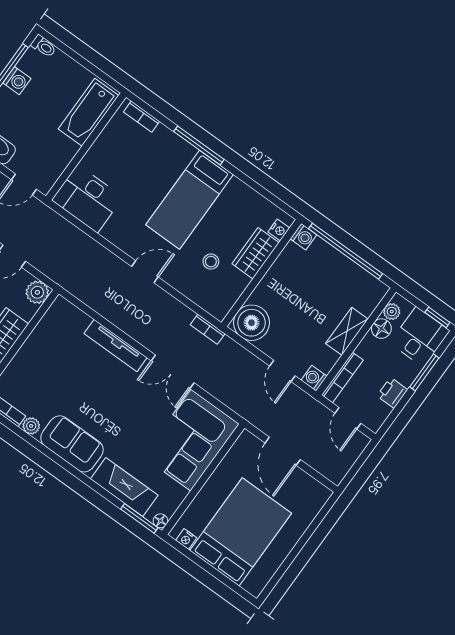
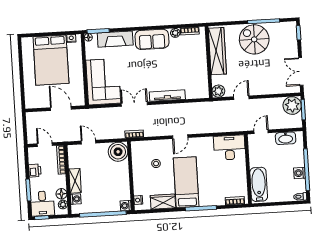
wardrobe: (256, 253) -> (163, 202), moved, turned -90
washing machine: (314, 378) -> (76, 199), moved

